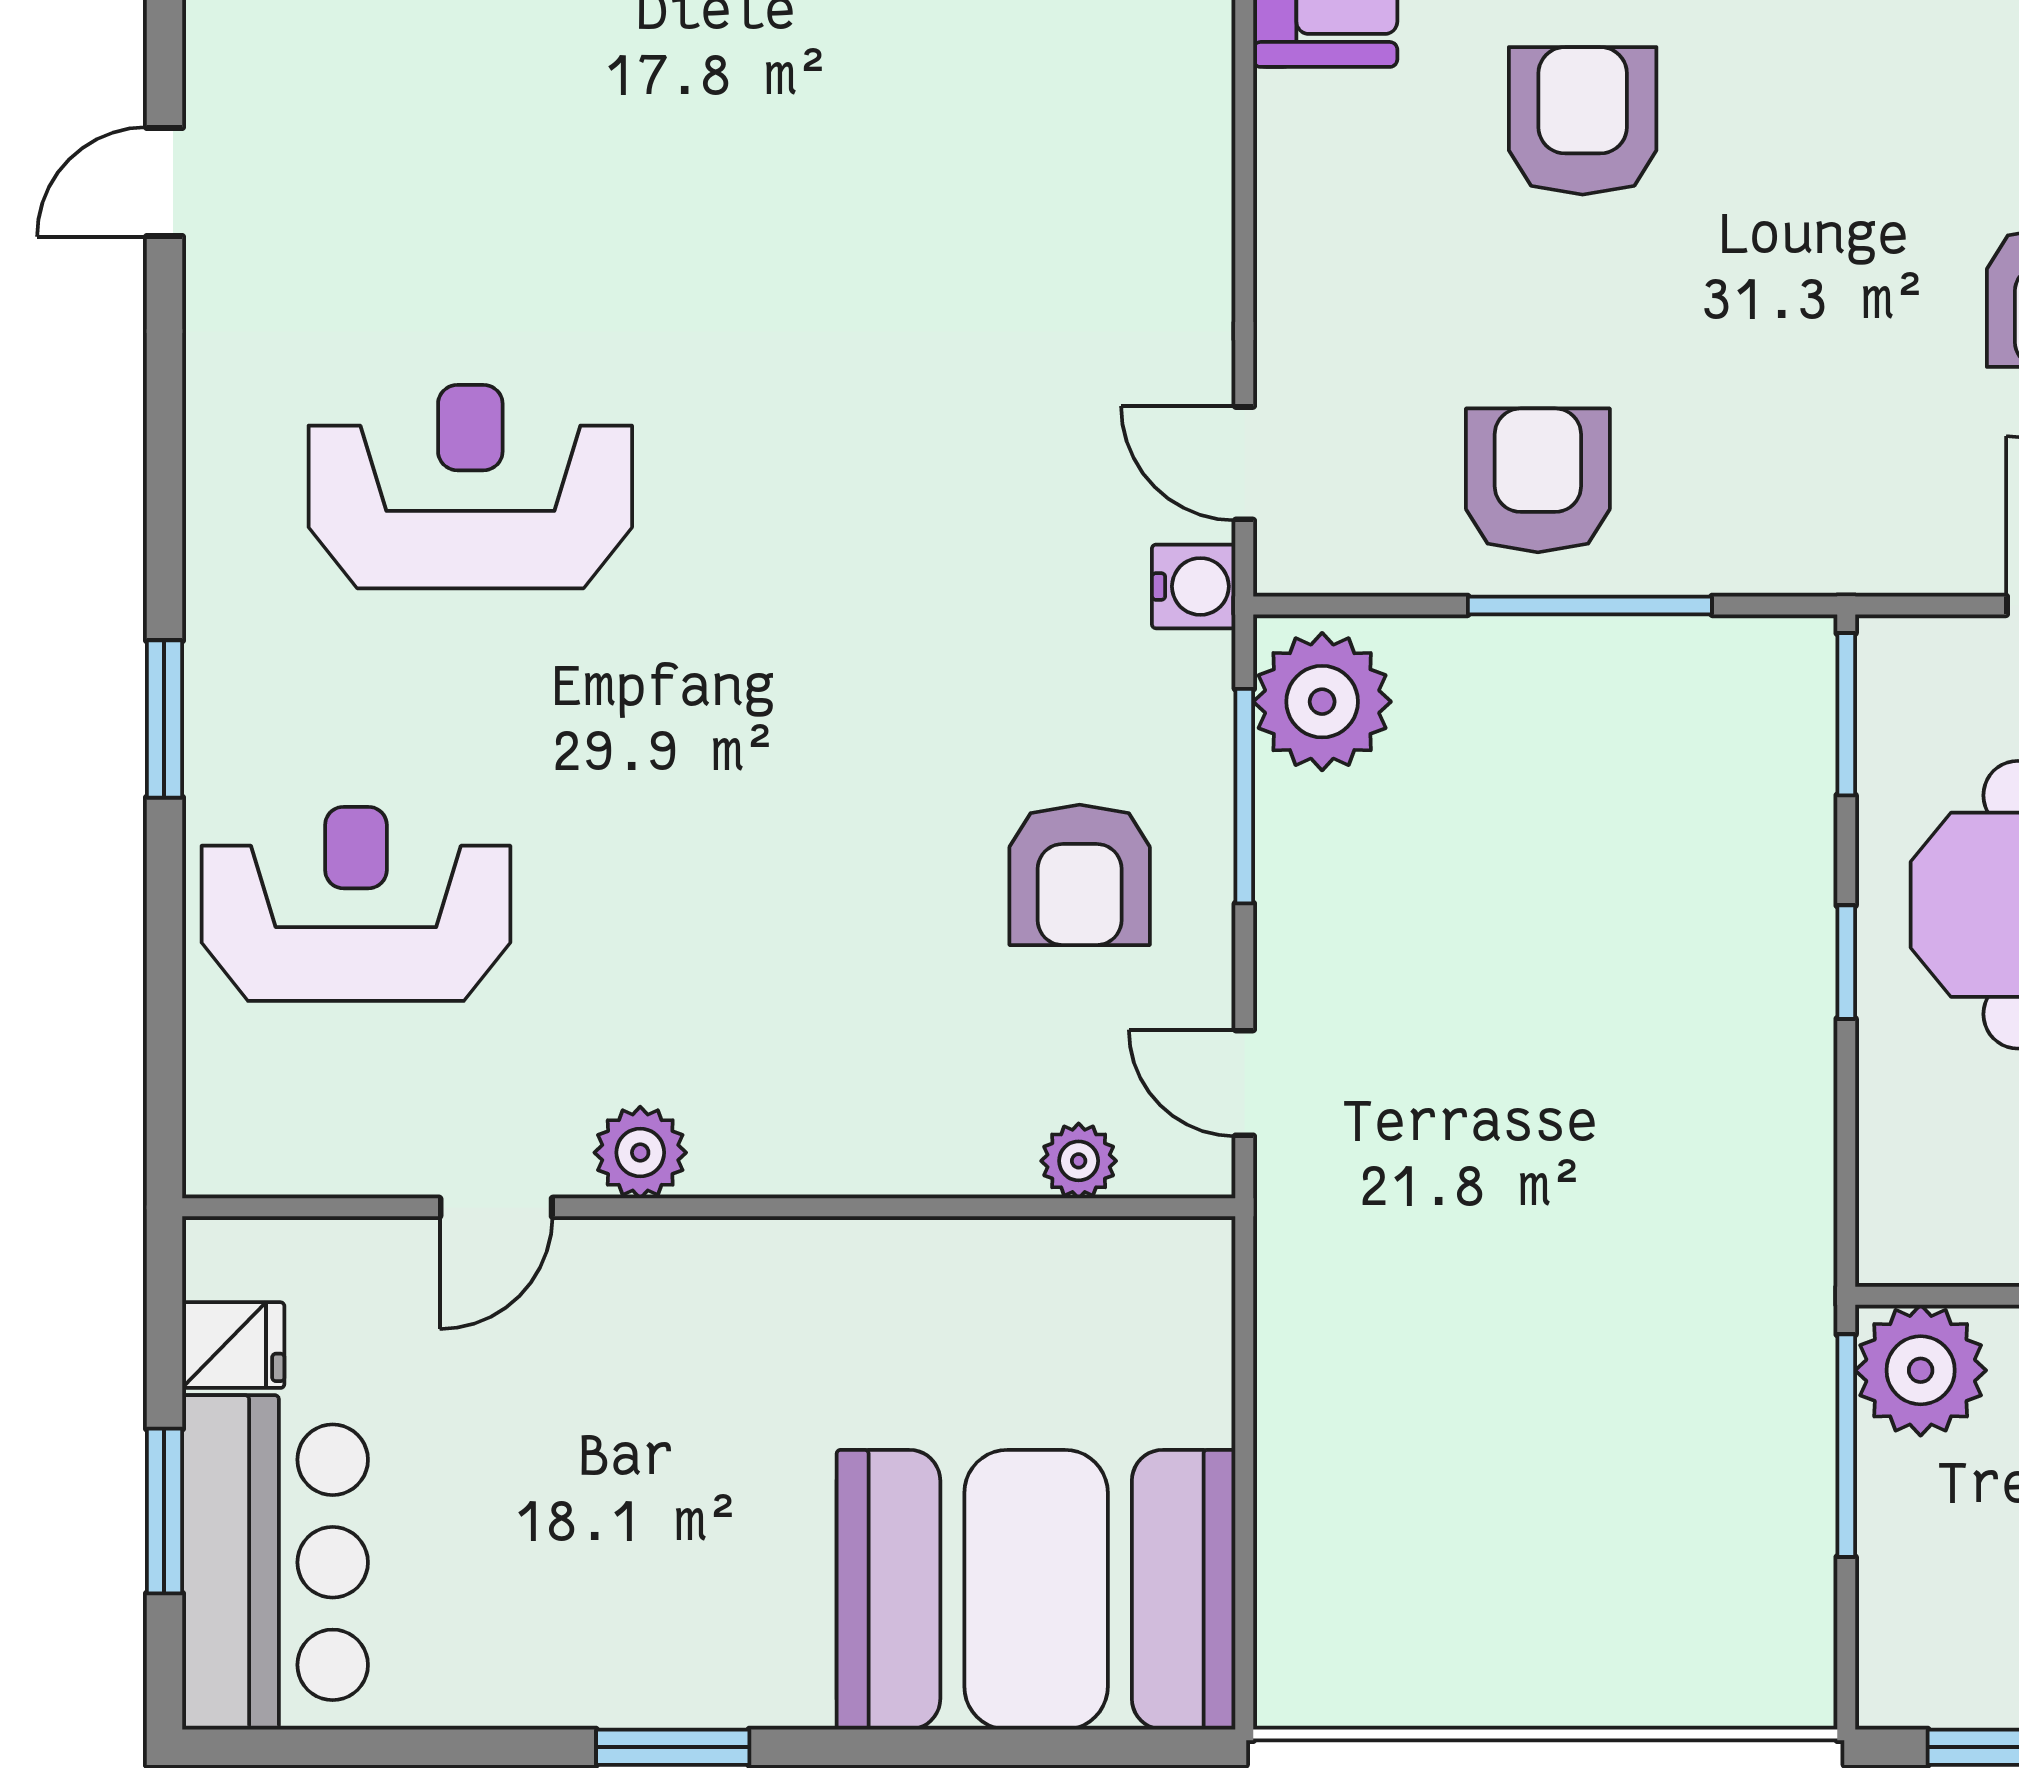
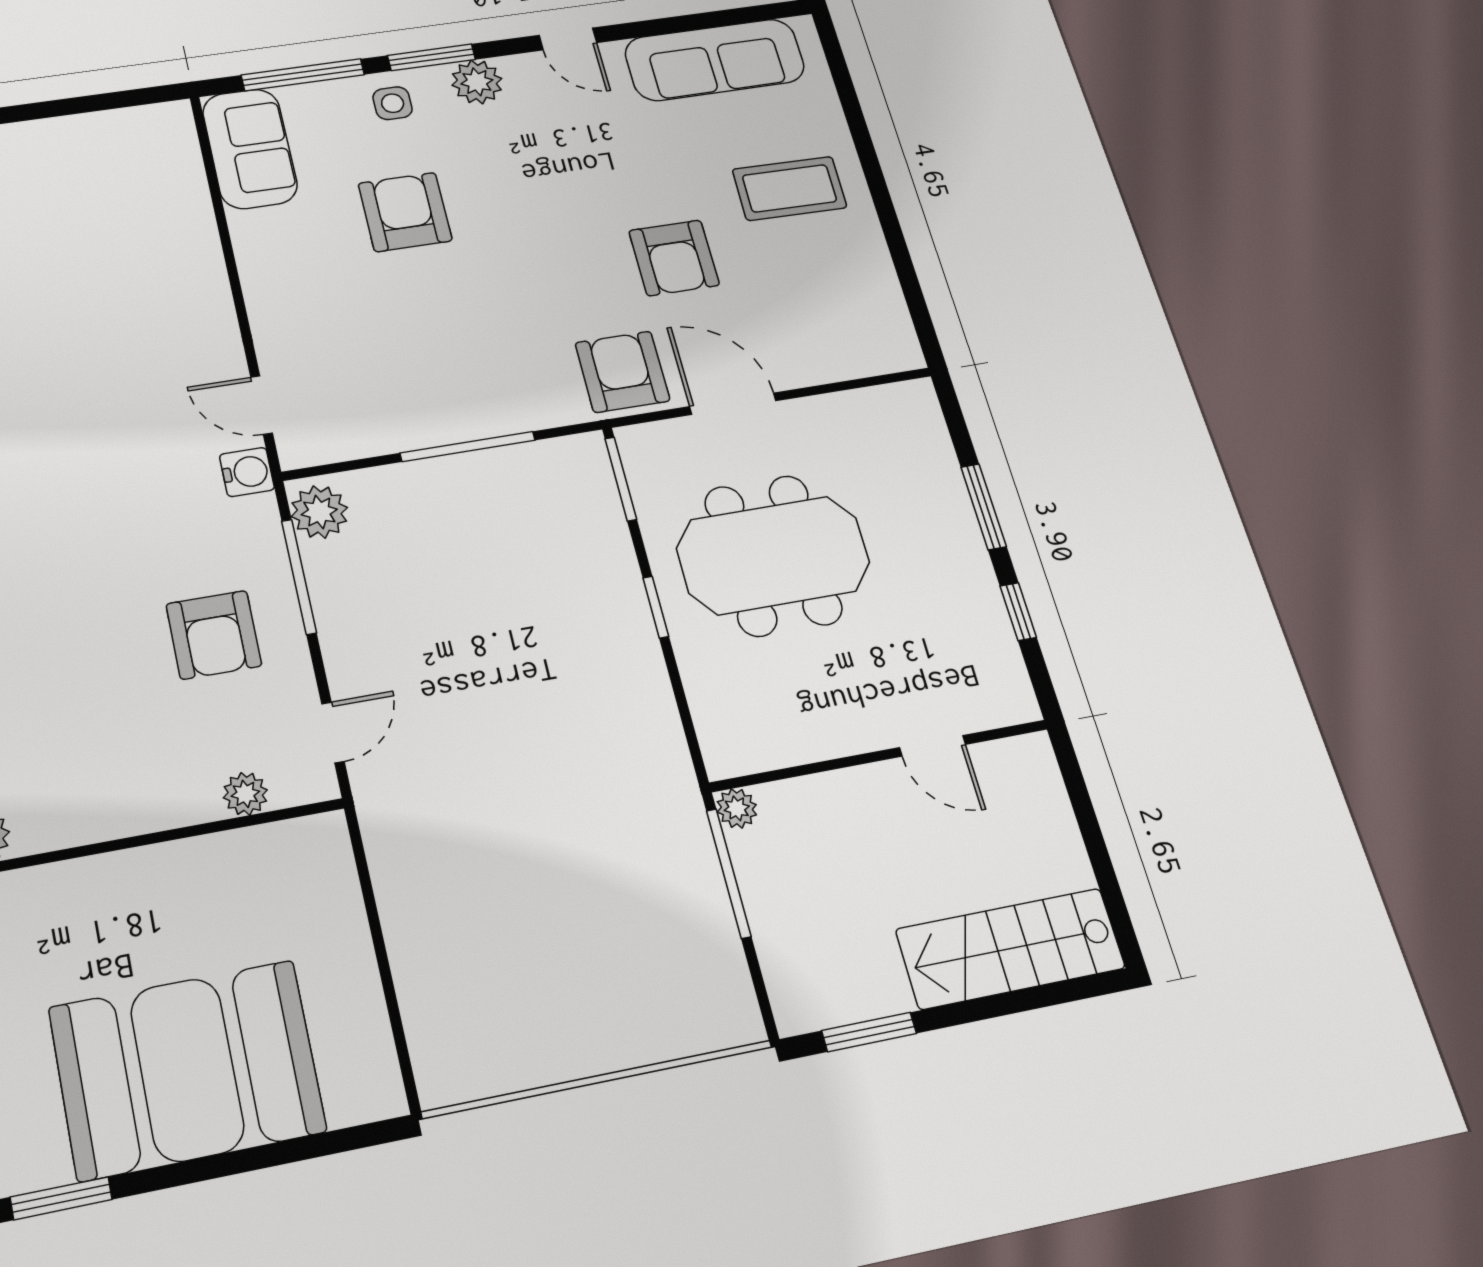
armchair: (1538, 480) -> (622, 372), moved
plant: (1322, 702) -> (319, 512), width x0.73, depth x0.73
door: (1244, 1083) -> (333, 732), swing flipped
plant: (1921, 1370) -> (737, 808), width x0.53, depth x0.53
booth: (1036, 1590) -> (187, 1069), moved

